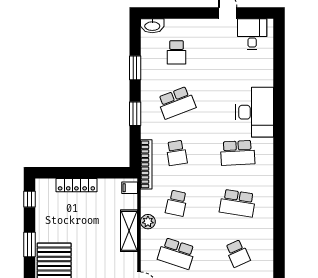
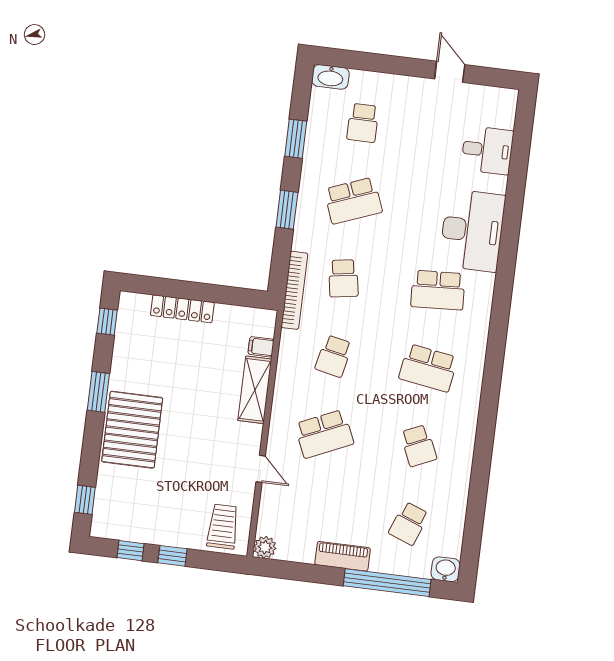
desk: (252, 34) -> (487, 150), moved, turned 90
filing cabinet: (130, 188) -> (261, 347), moved
plant: (148, 222) -> (286, 379), removed
school desk: (177, 253) -> (324, 434), turned -42

